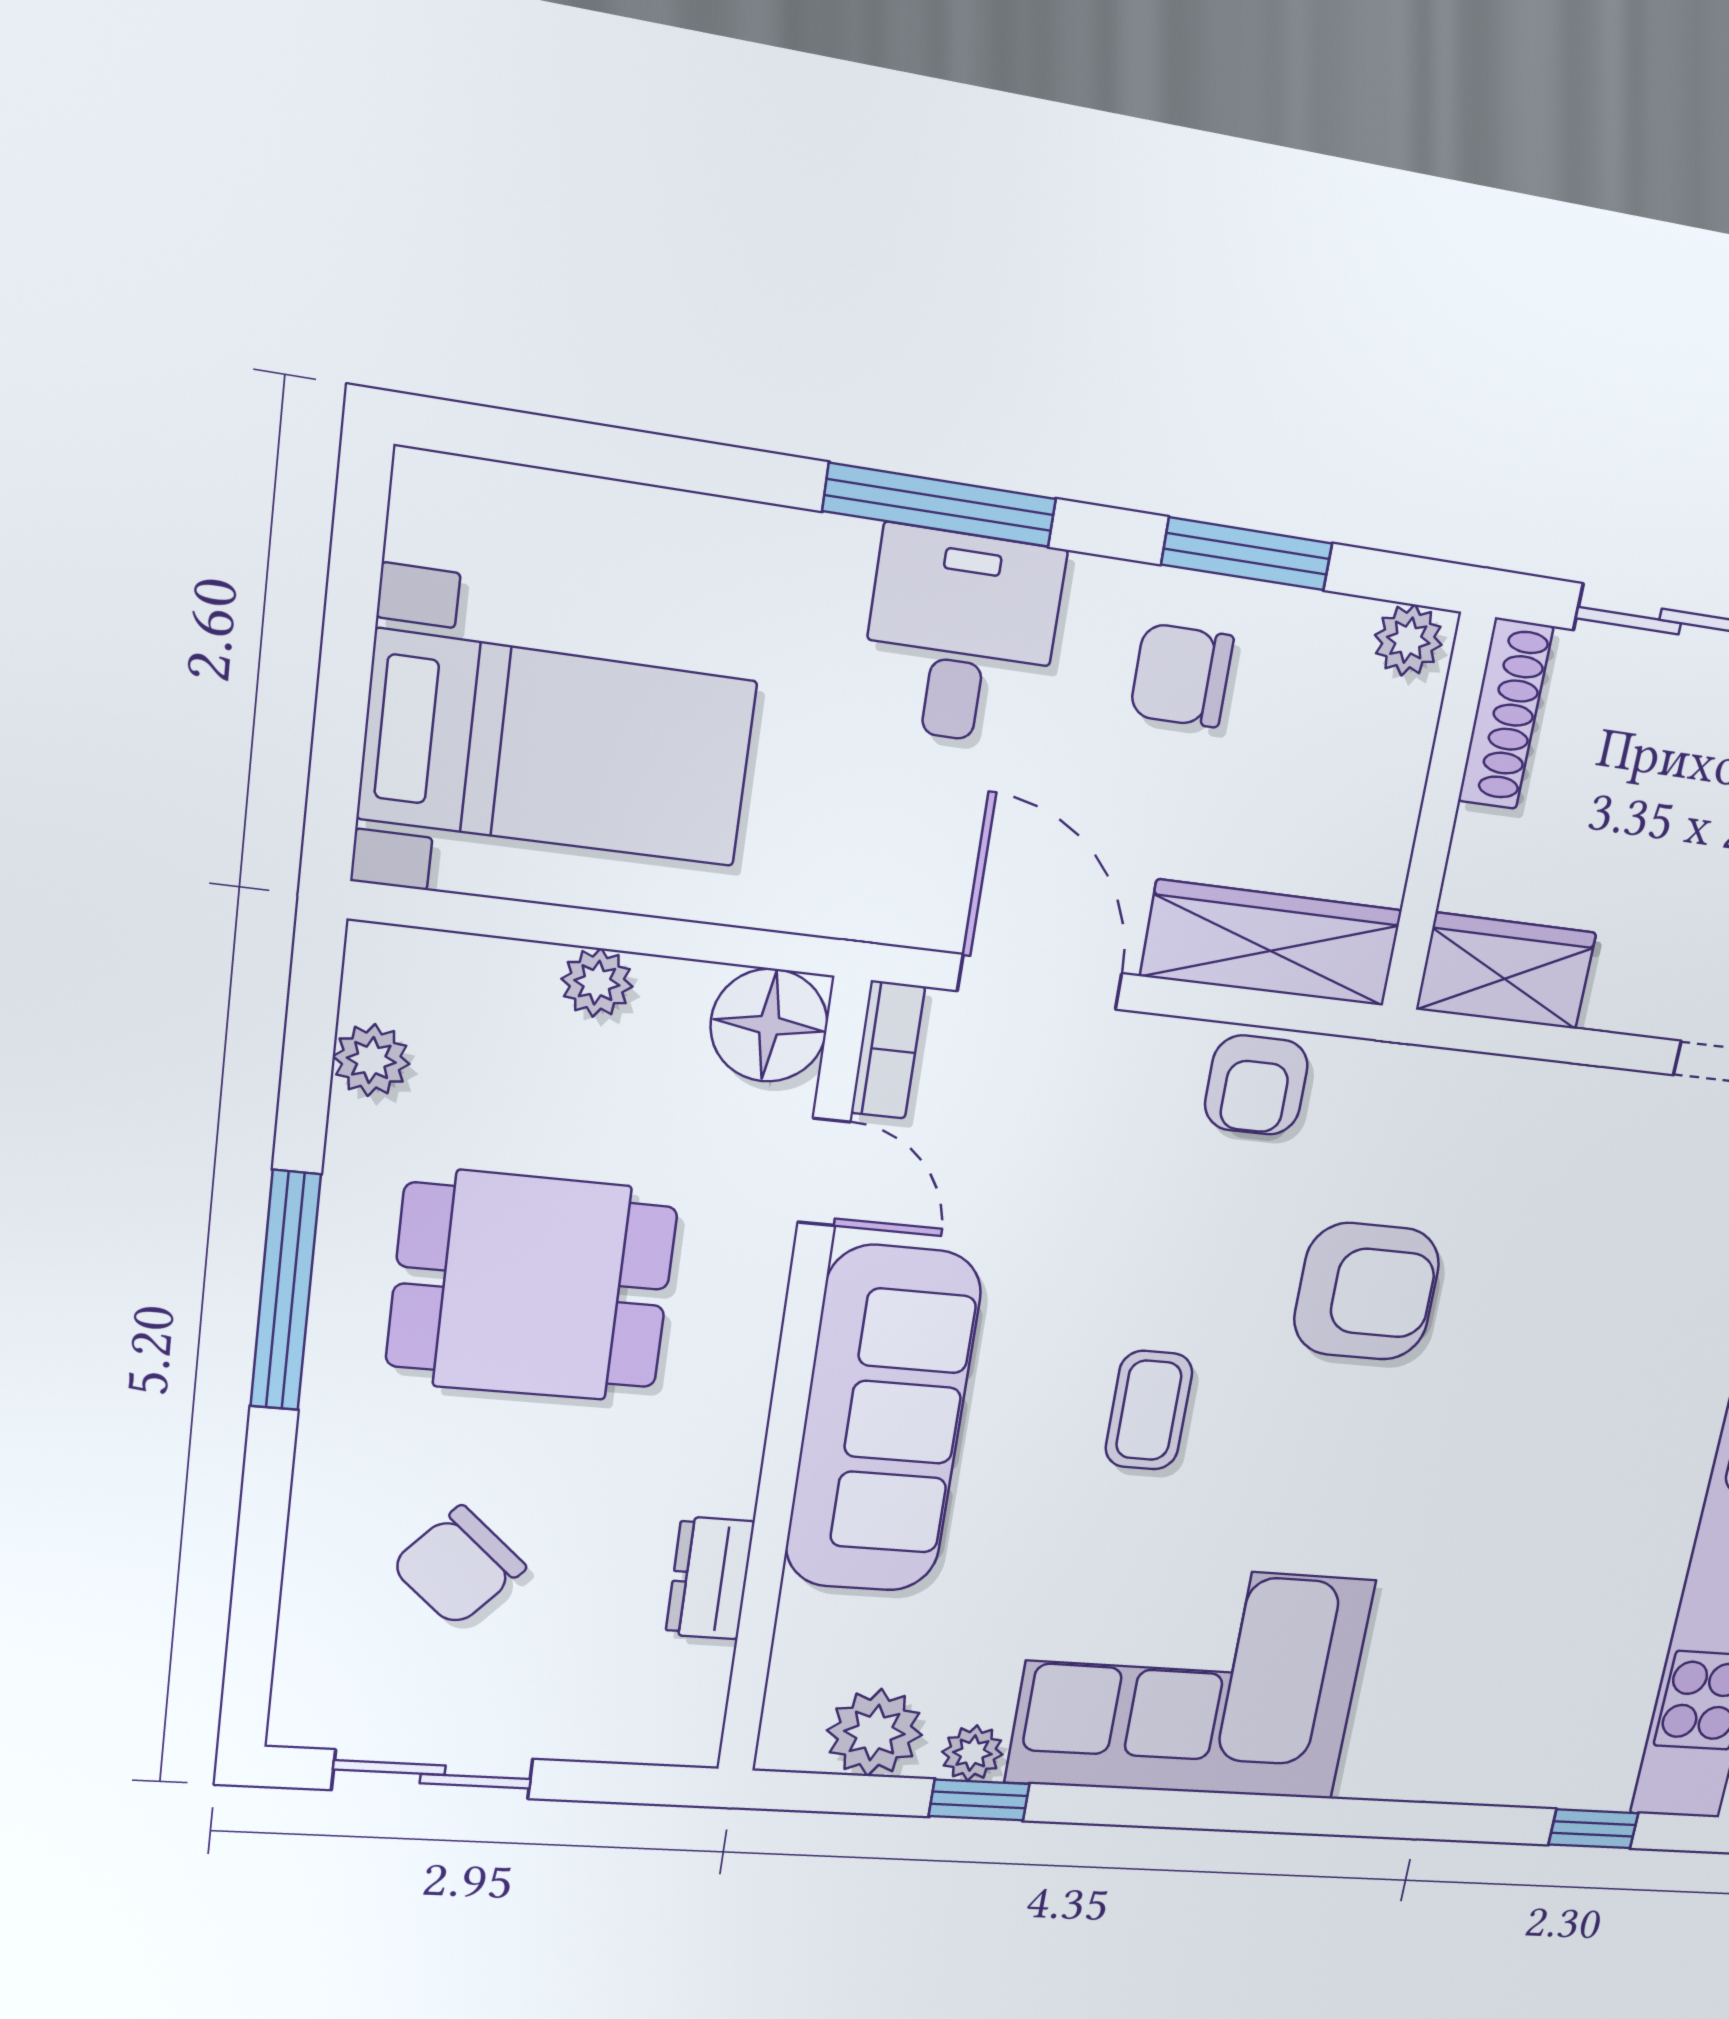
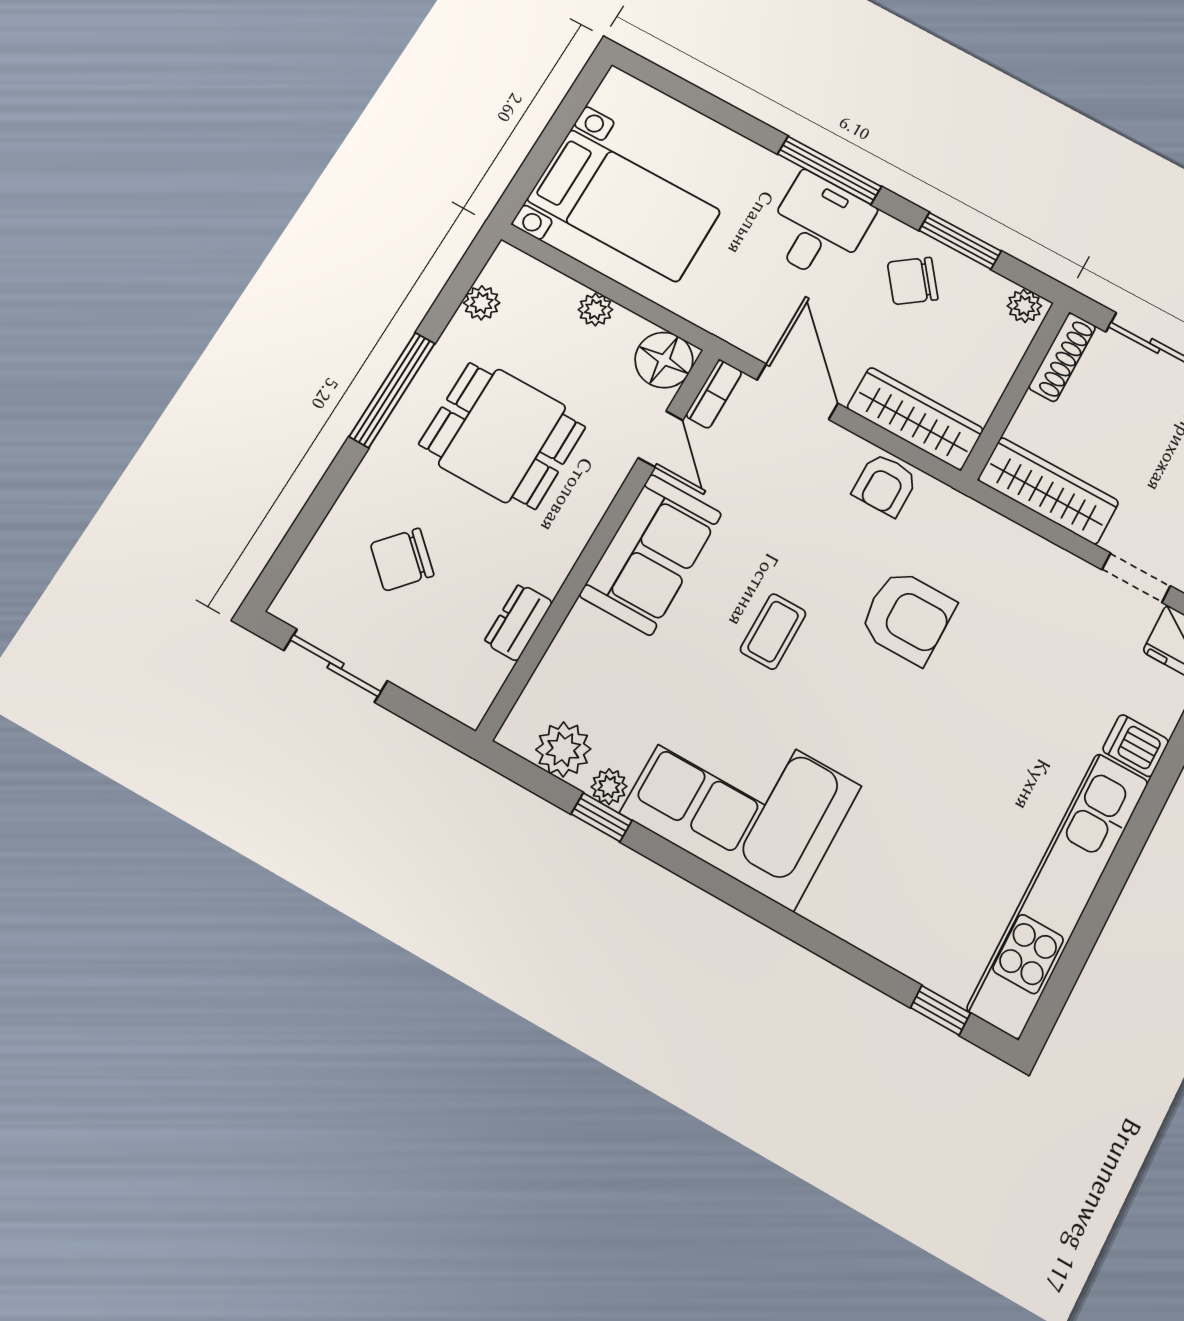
chair: (1182, 676) -> (913, 281), turned -37
wardrobe: (1506, 971) -> (1048, 491), width x1.50
sofa: (883, 1421) -> (651, 554), width x0.73

